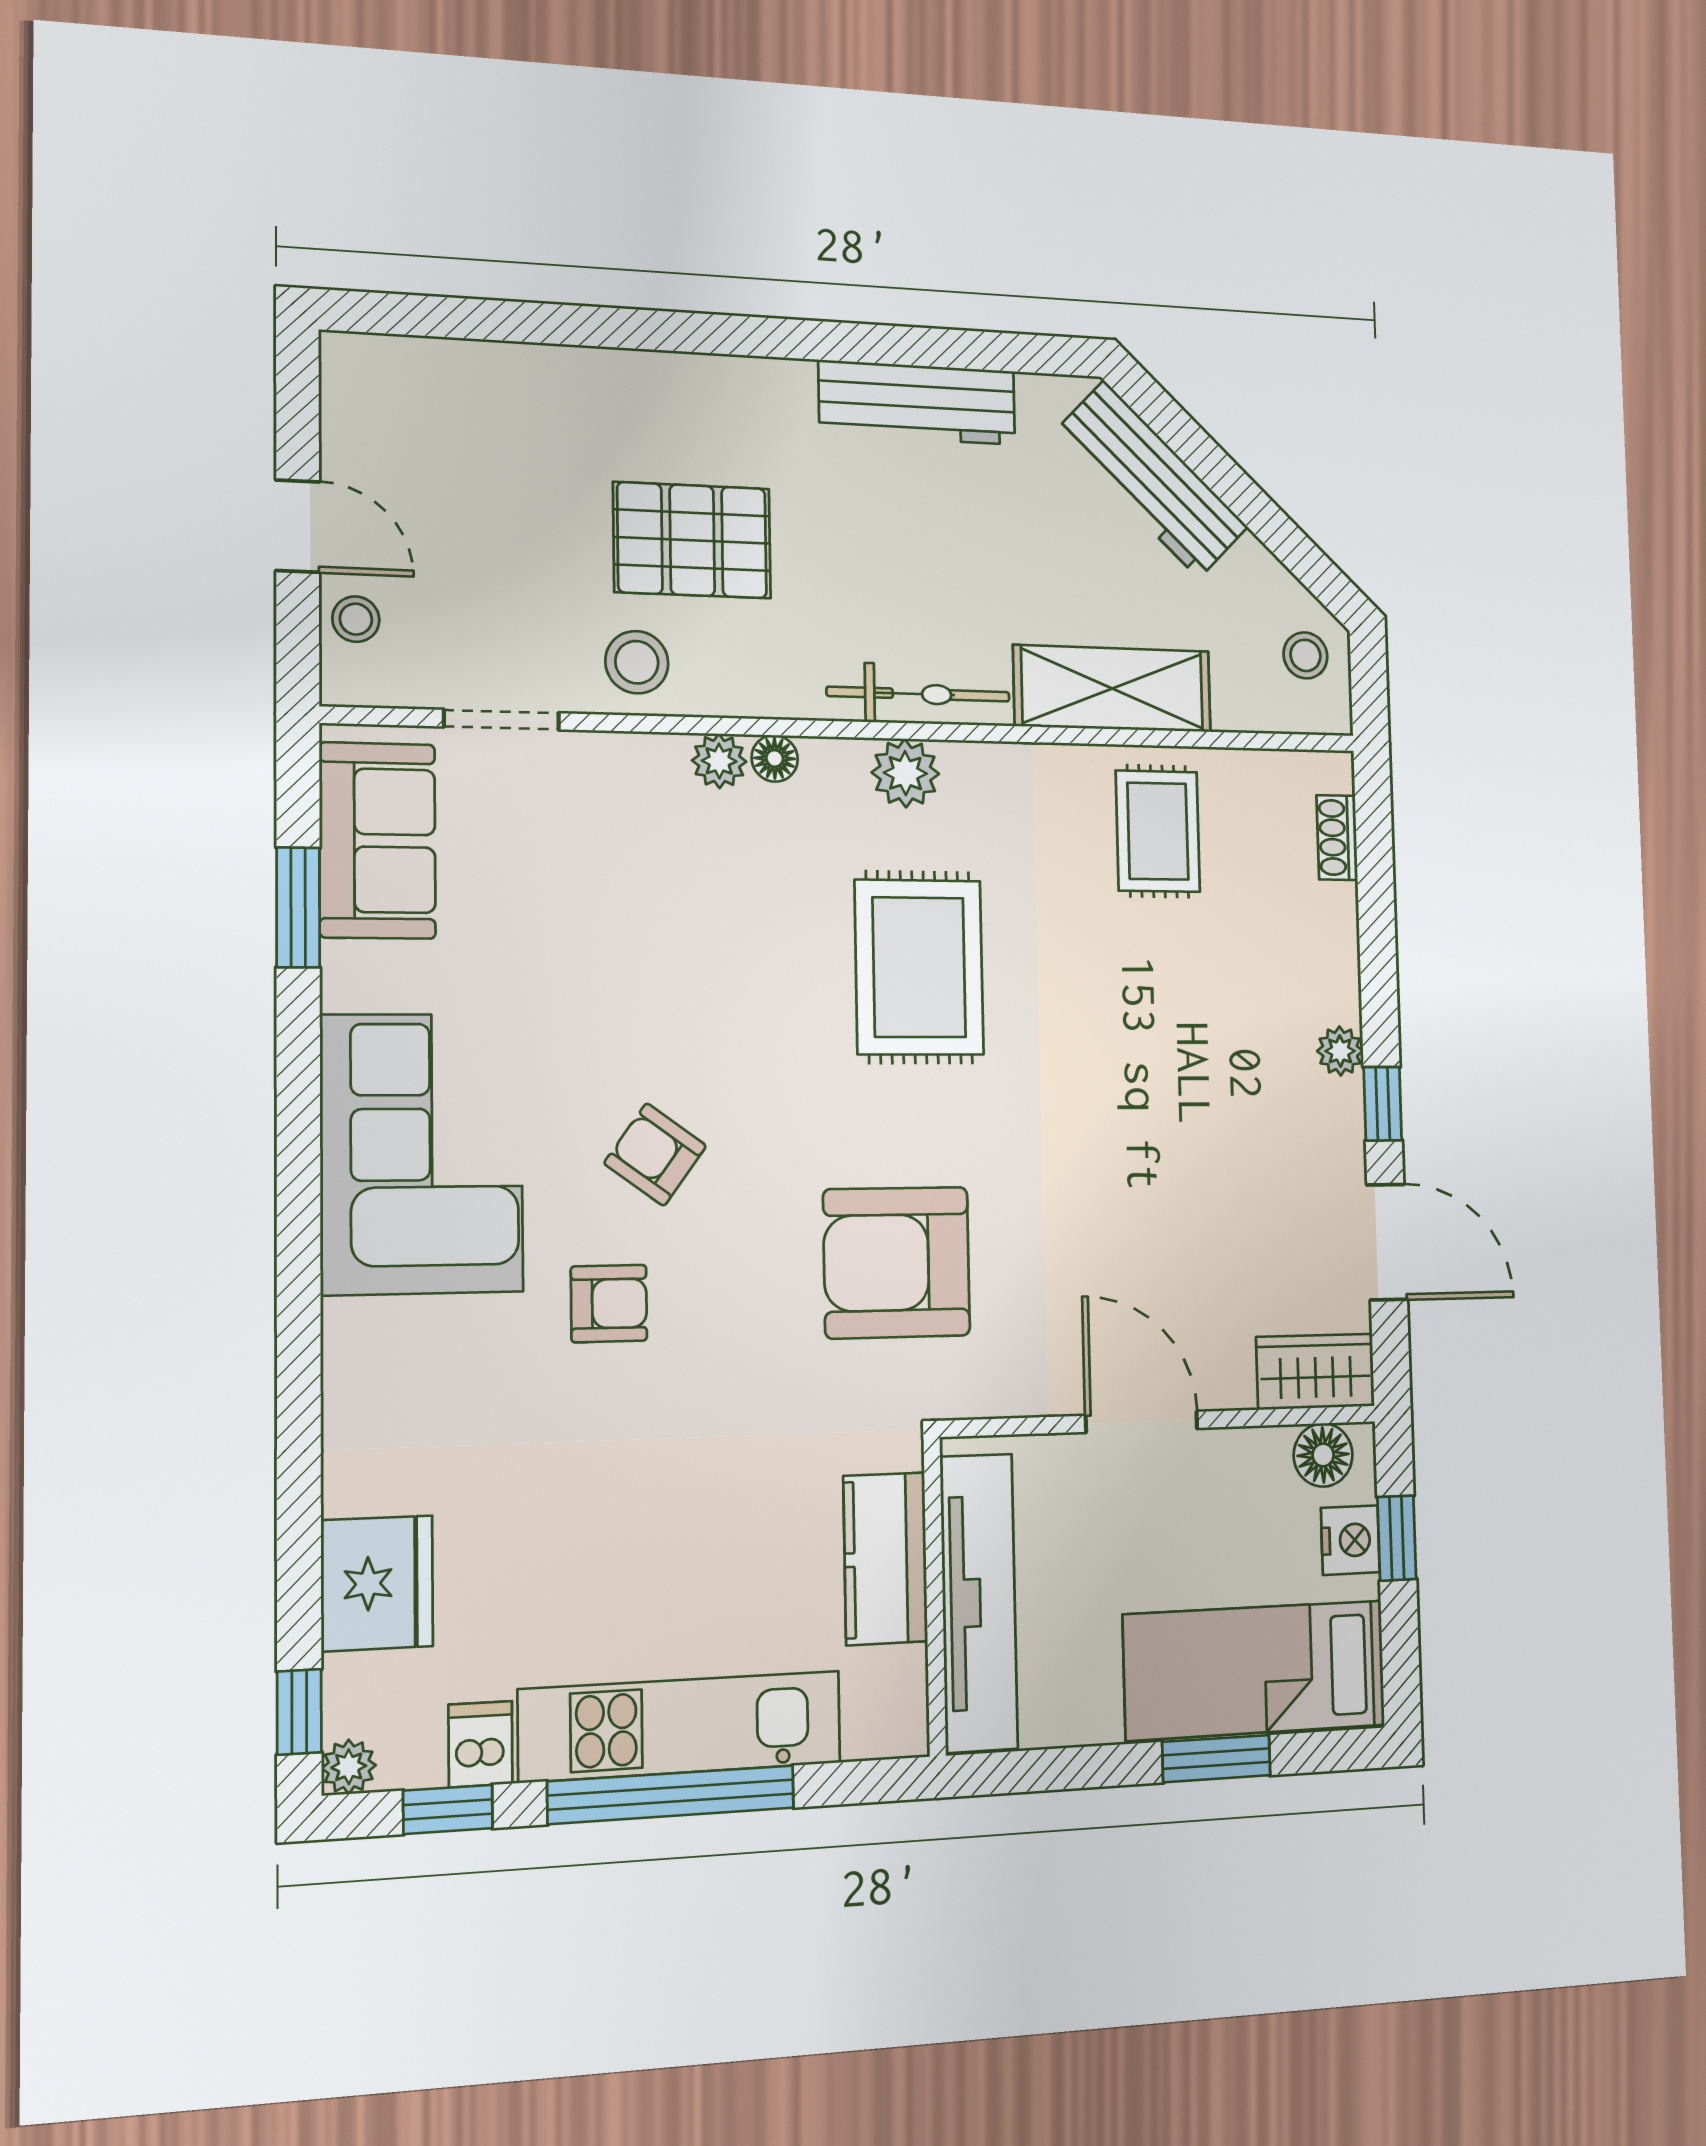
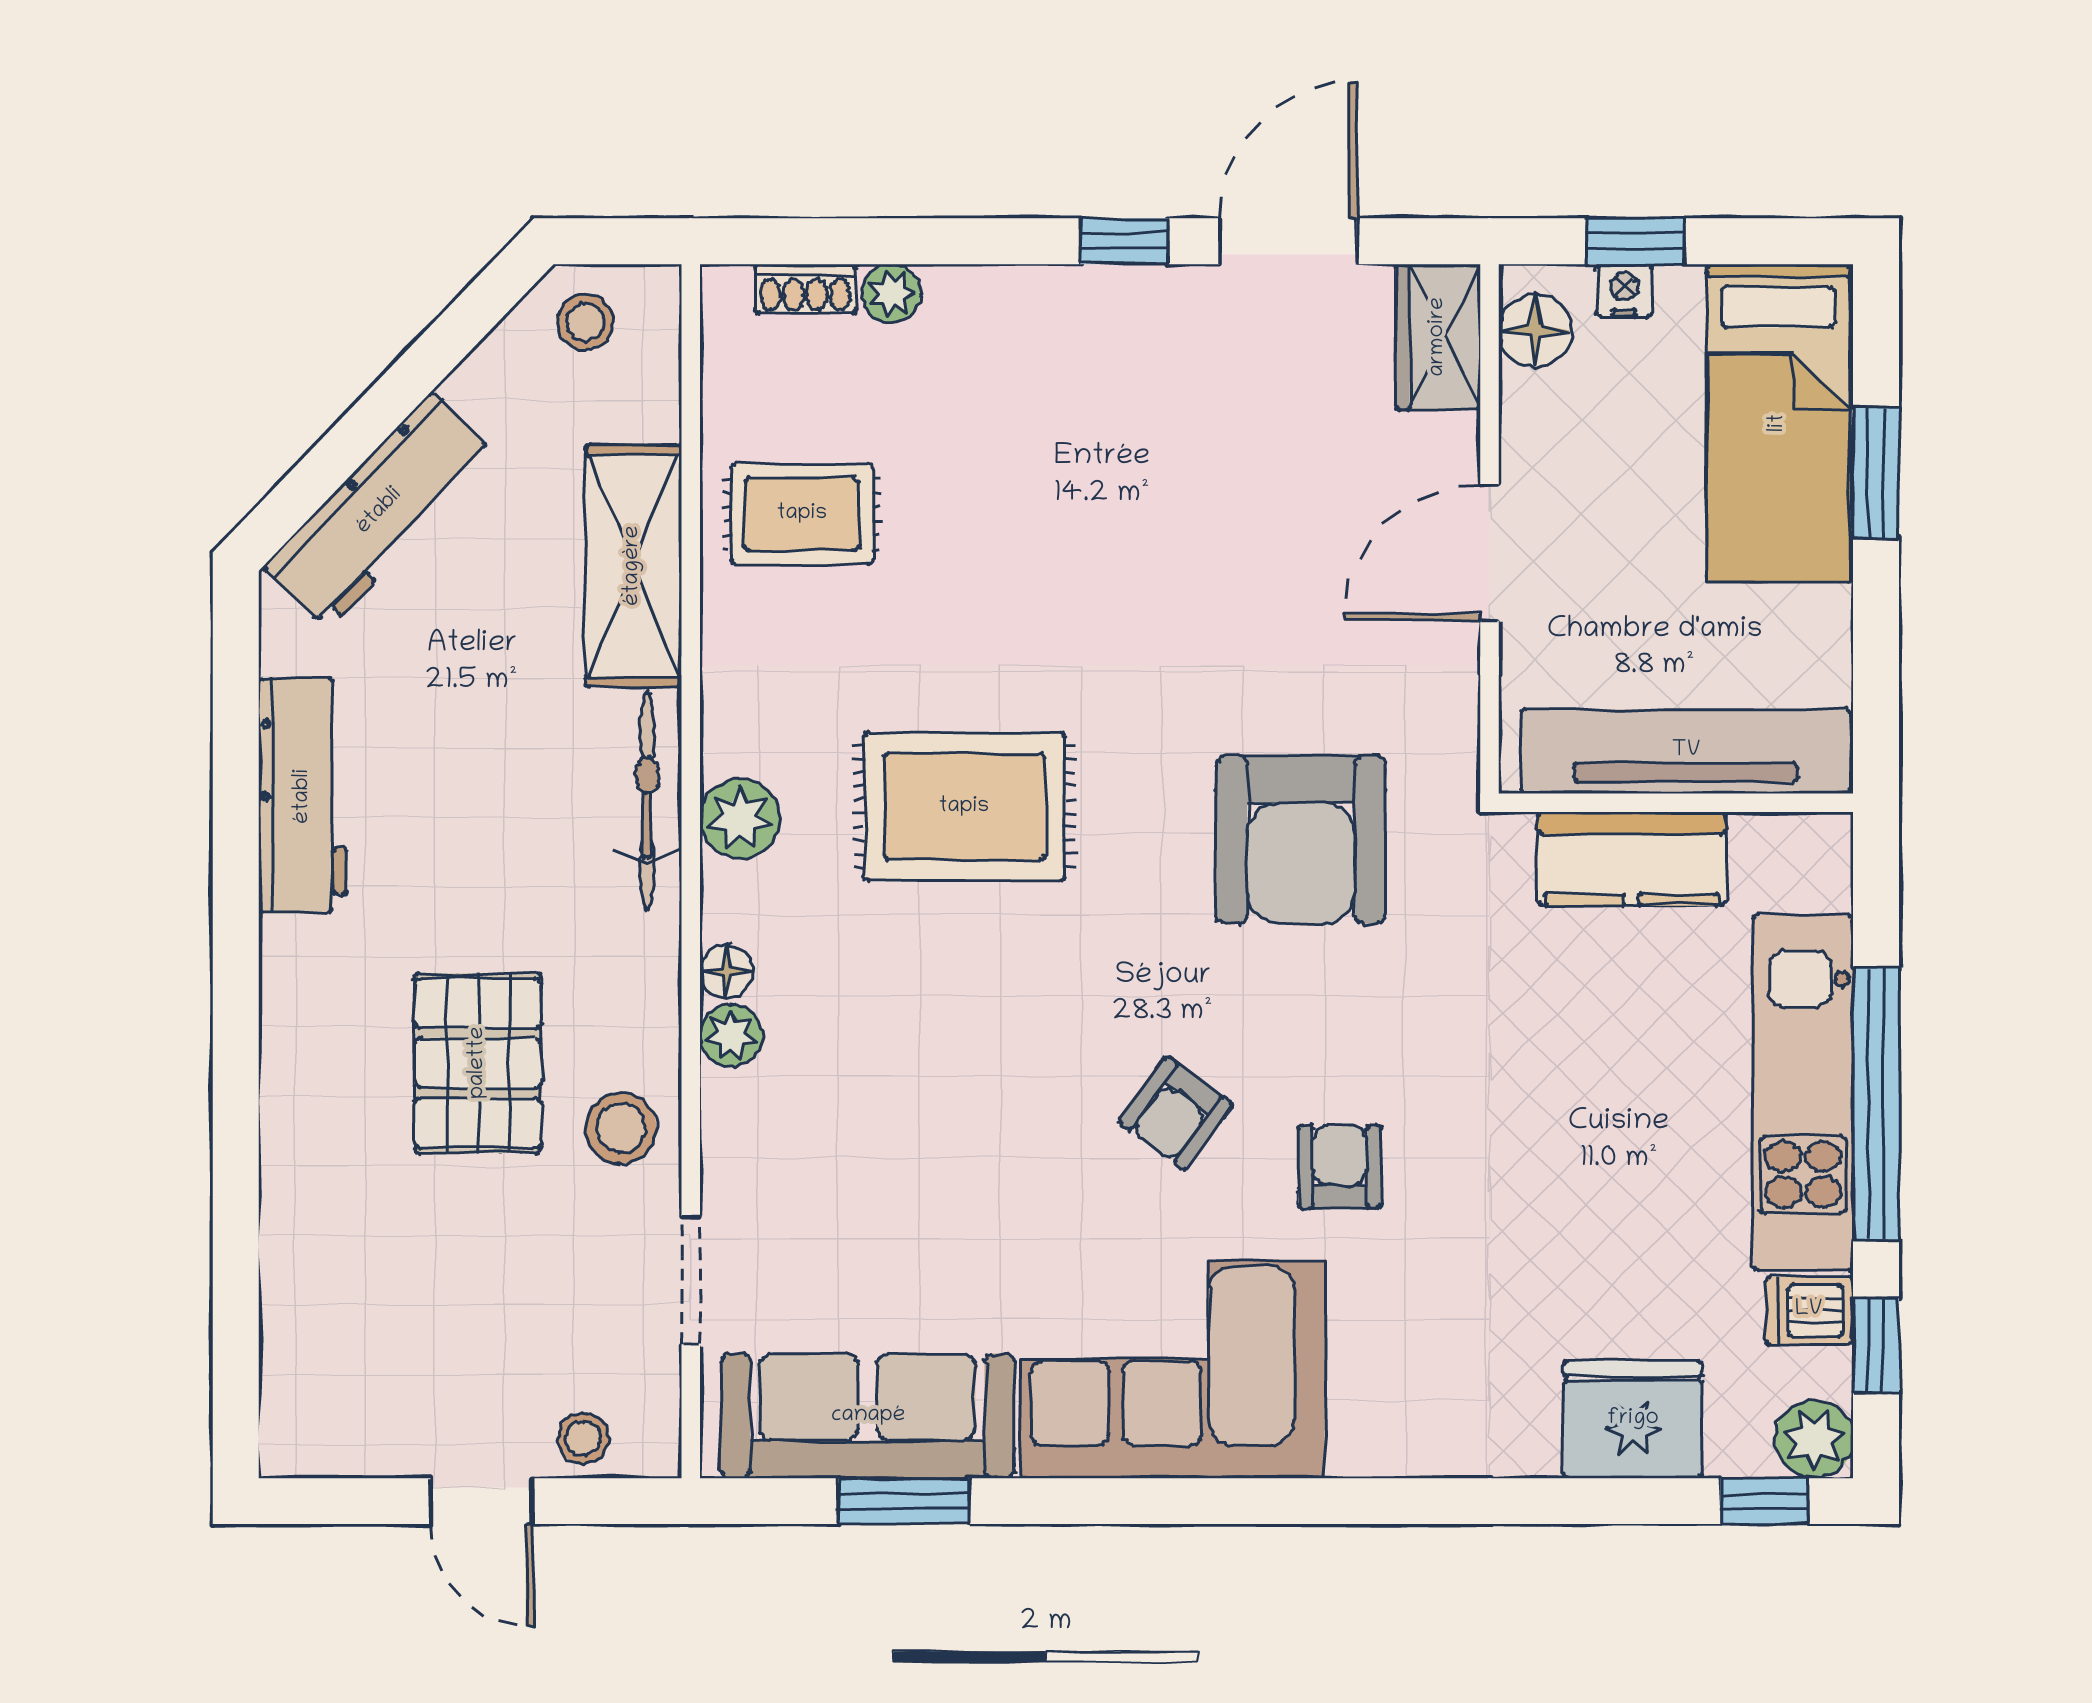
door: (298, 526) -> (482, 1501), swing flipped
sofa: (378, 841) -> (868, 1416), width x1.36
plant: (1340, 1051) -> (891, 293), moved
nightstand: (1350, 1540) -> (1624, 290), width x0.72, depth x0.74
plant: (349, 1767) -> (1814, 1439), width x1.38, depth x1.38

